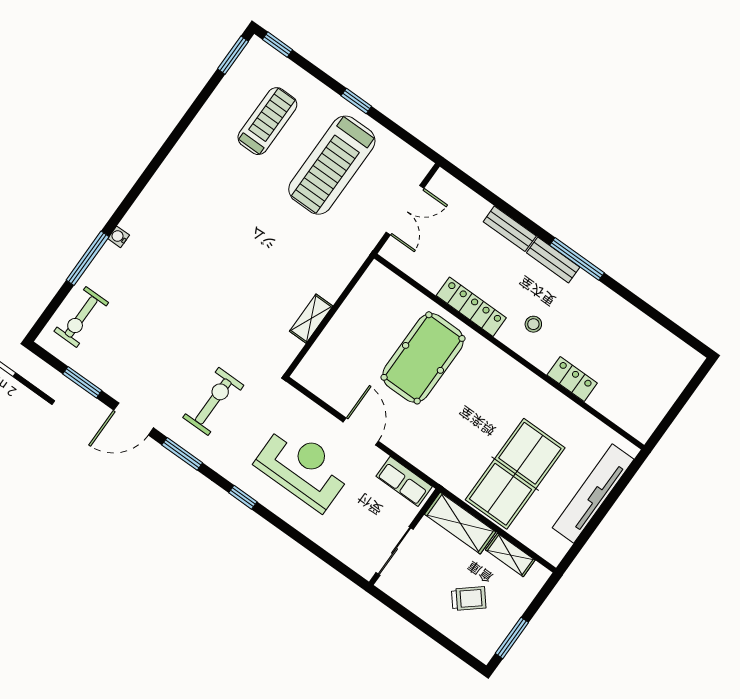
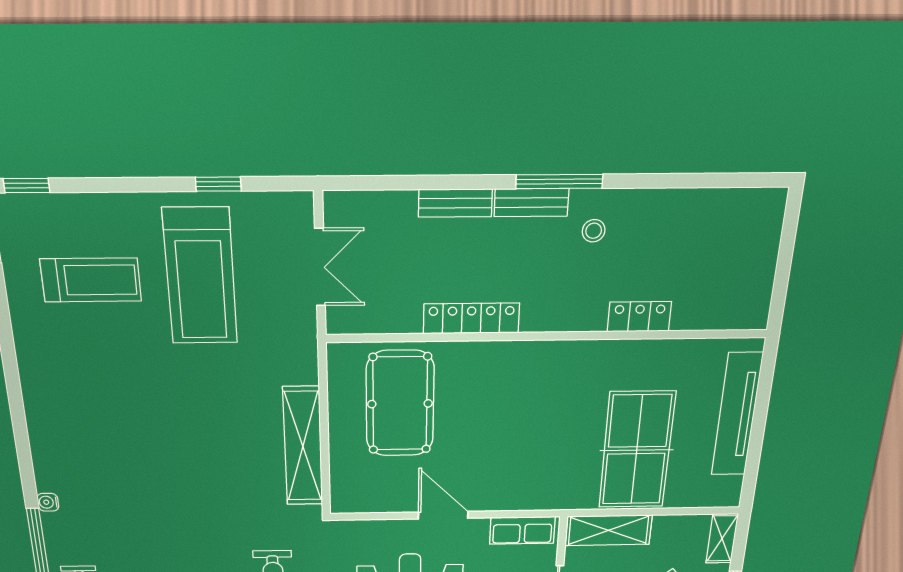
window: (356, 101) -> (218, 184), moved
treadmill: (267, 121) -> (91, 280), turned 90
shelving: (311, 319) -> (303, 446), width x2.20, depth x1.33
stool: (533, 324) -> (594, 231), moved
pool table: (423, 358) -> (400, 404), moved
shelving: (510, 555) -> (722, 538), moved, turned 90

